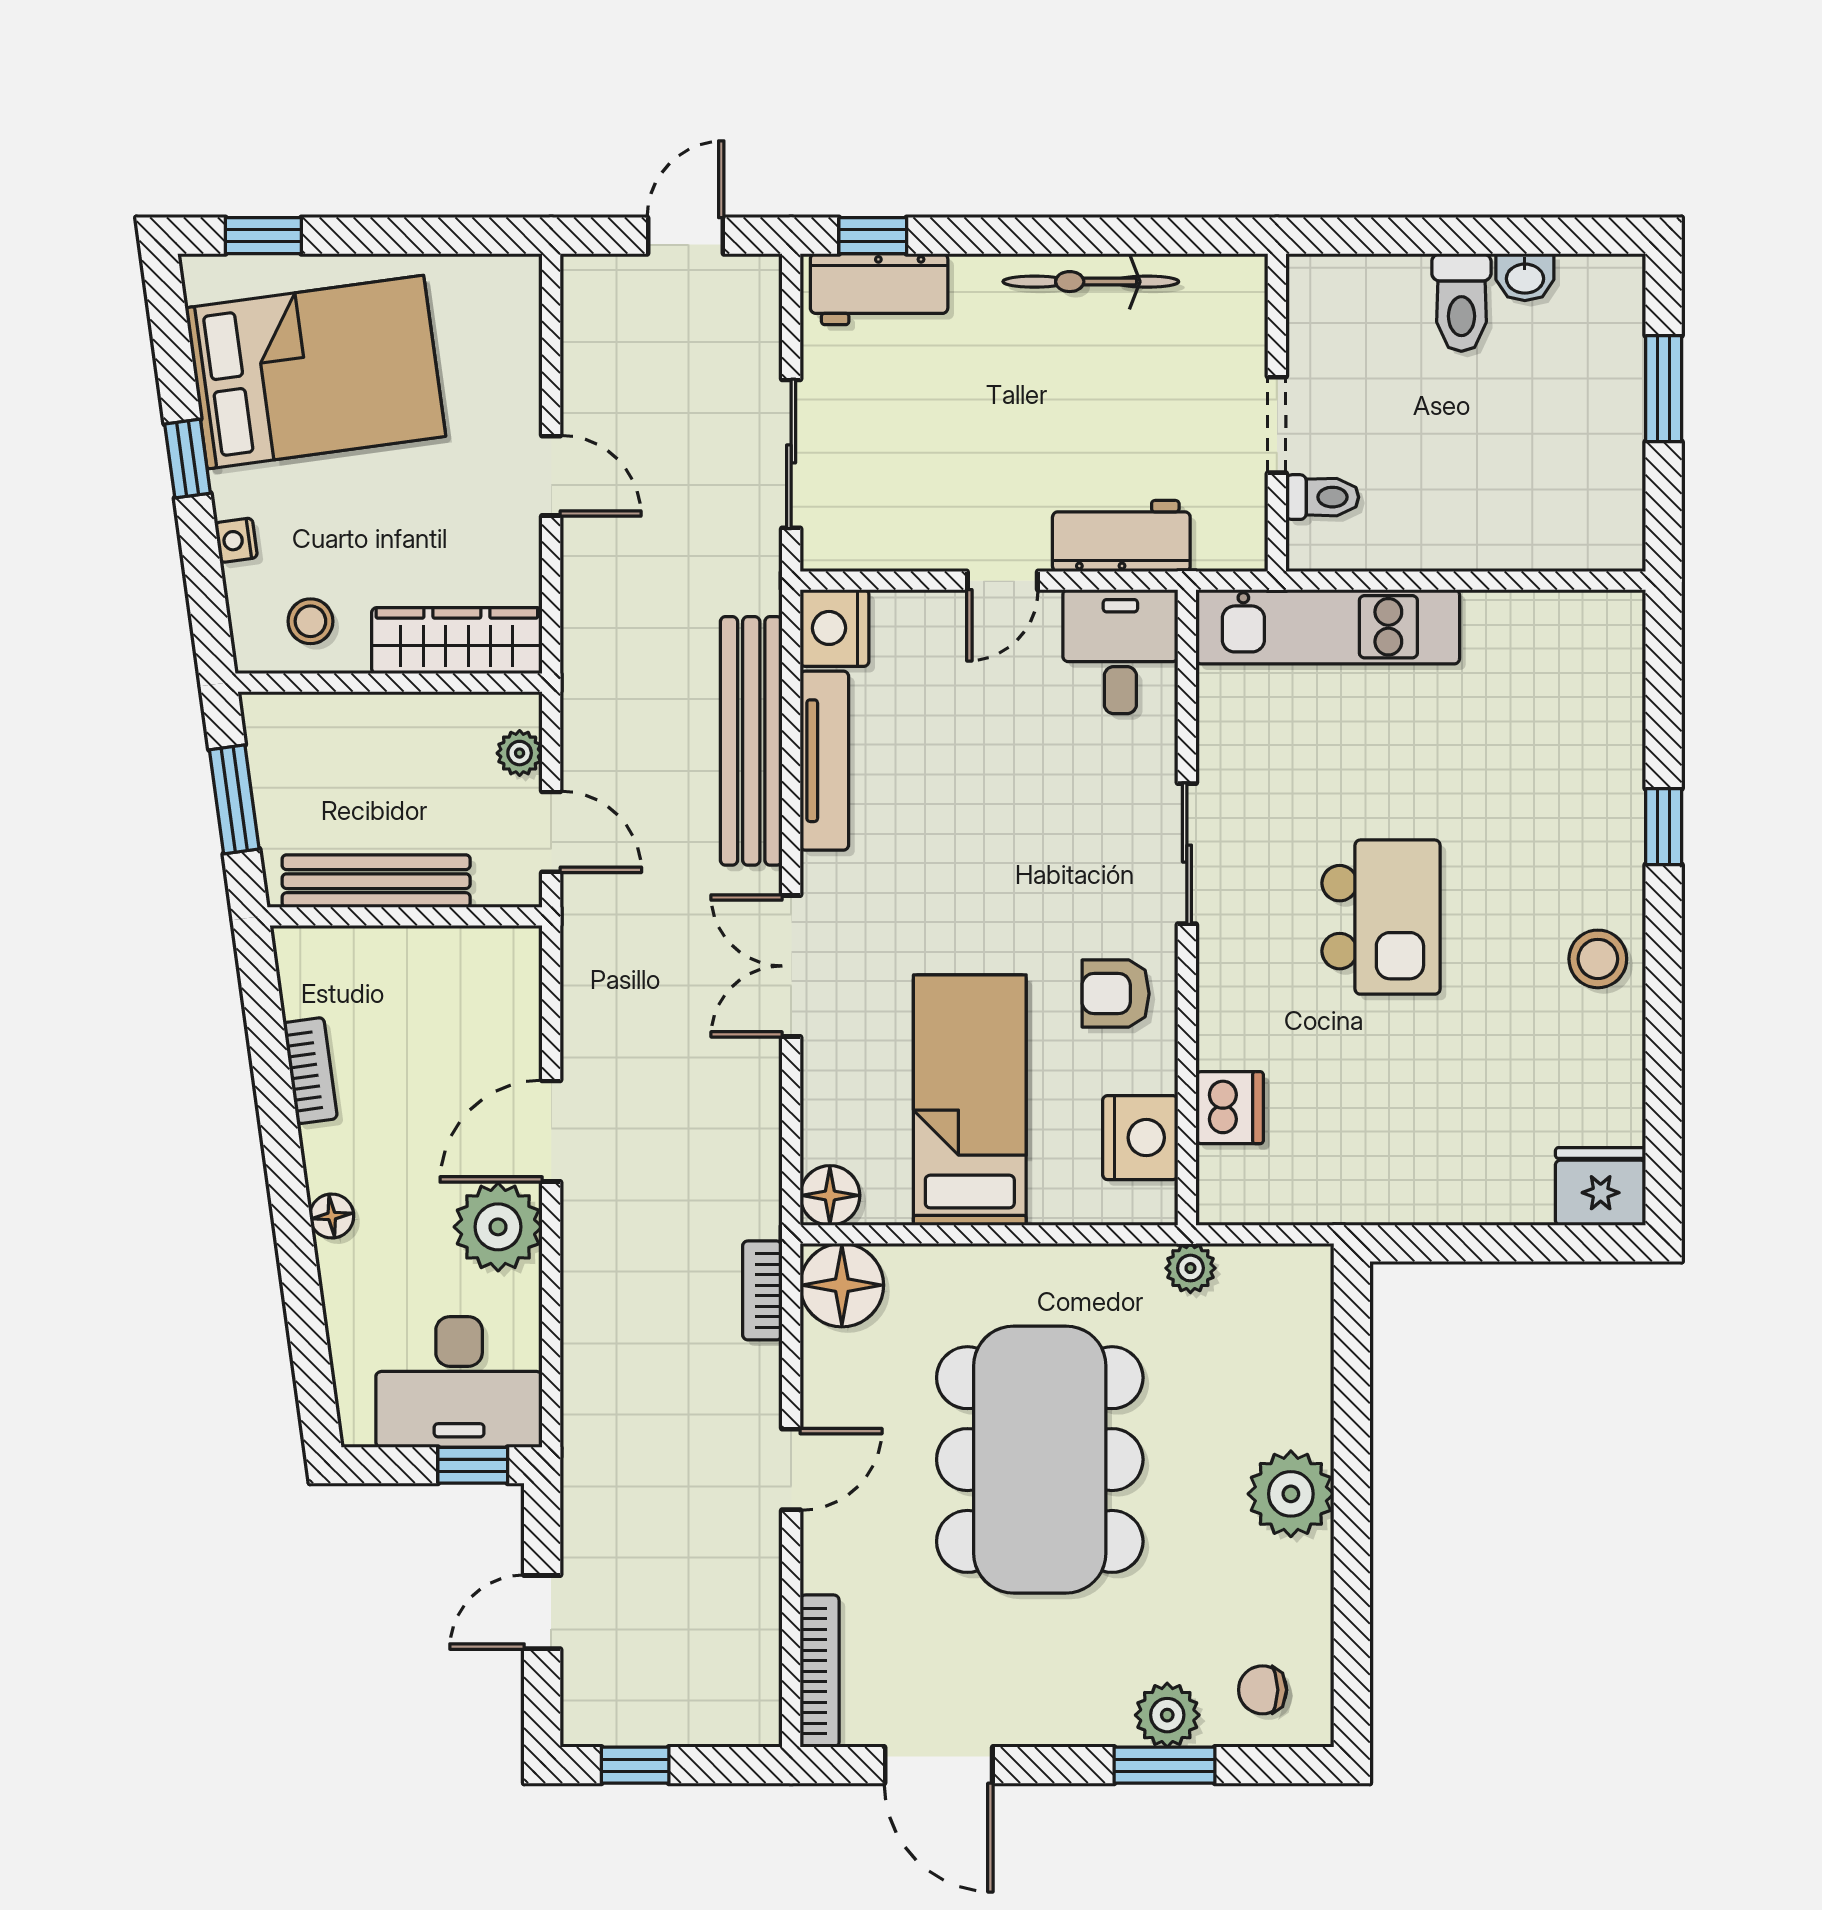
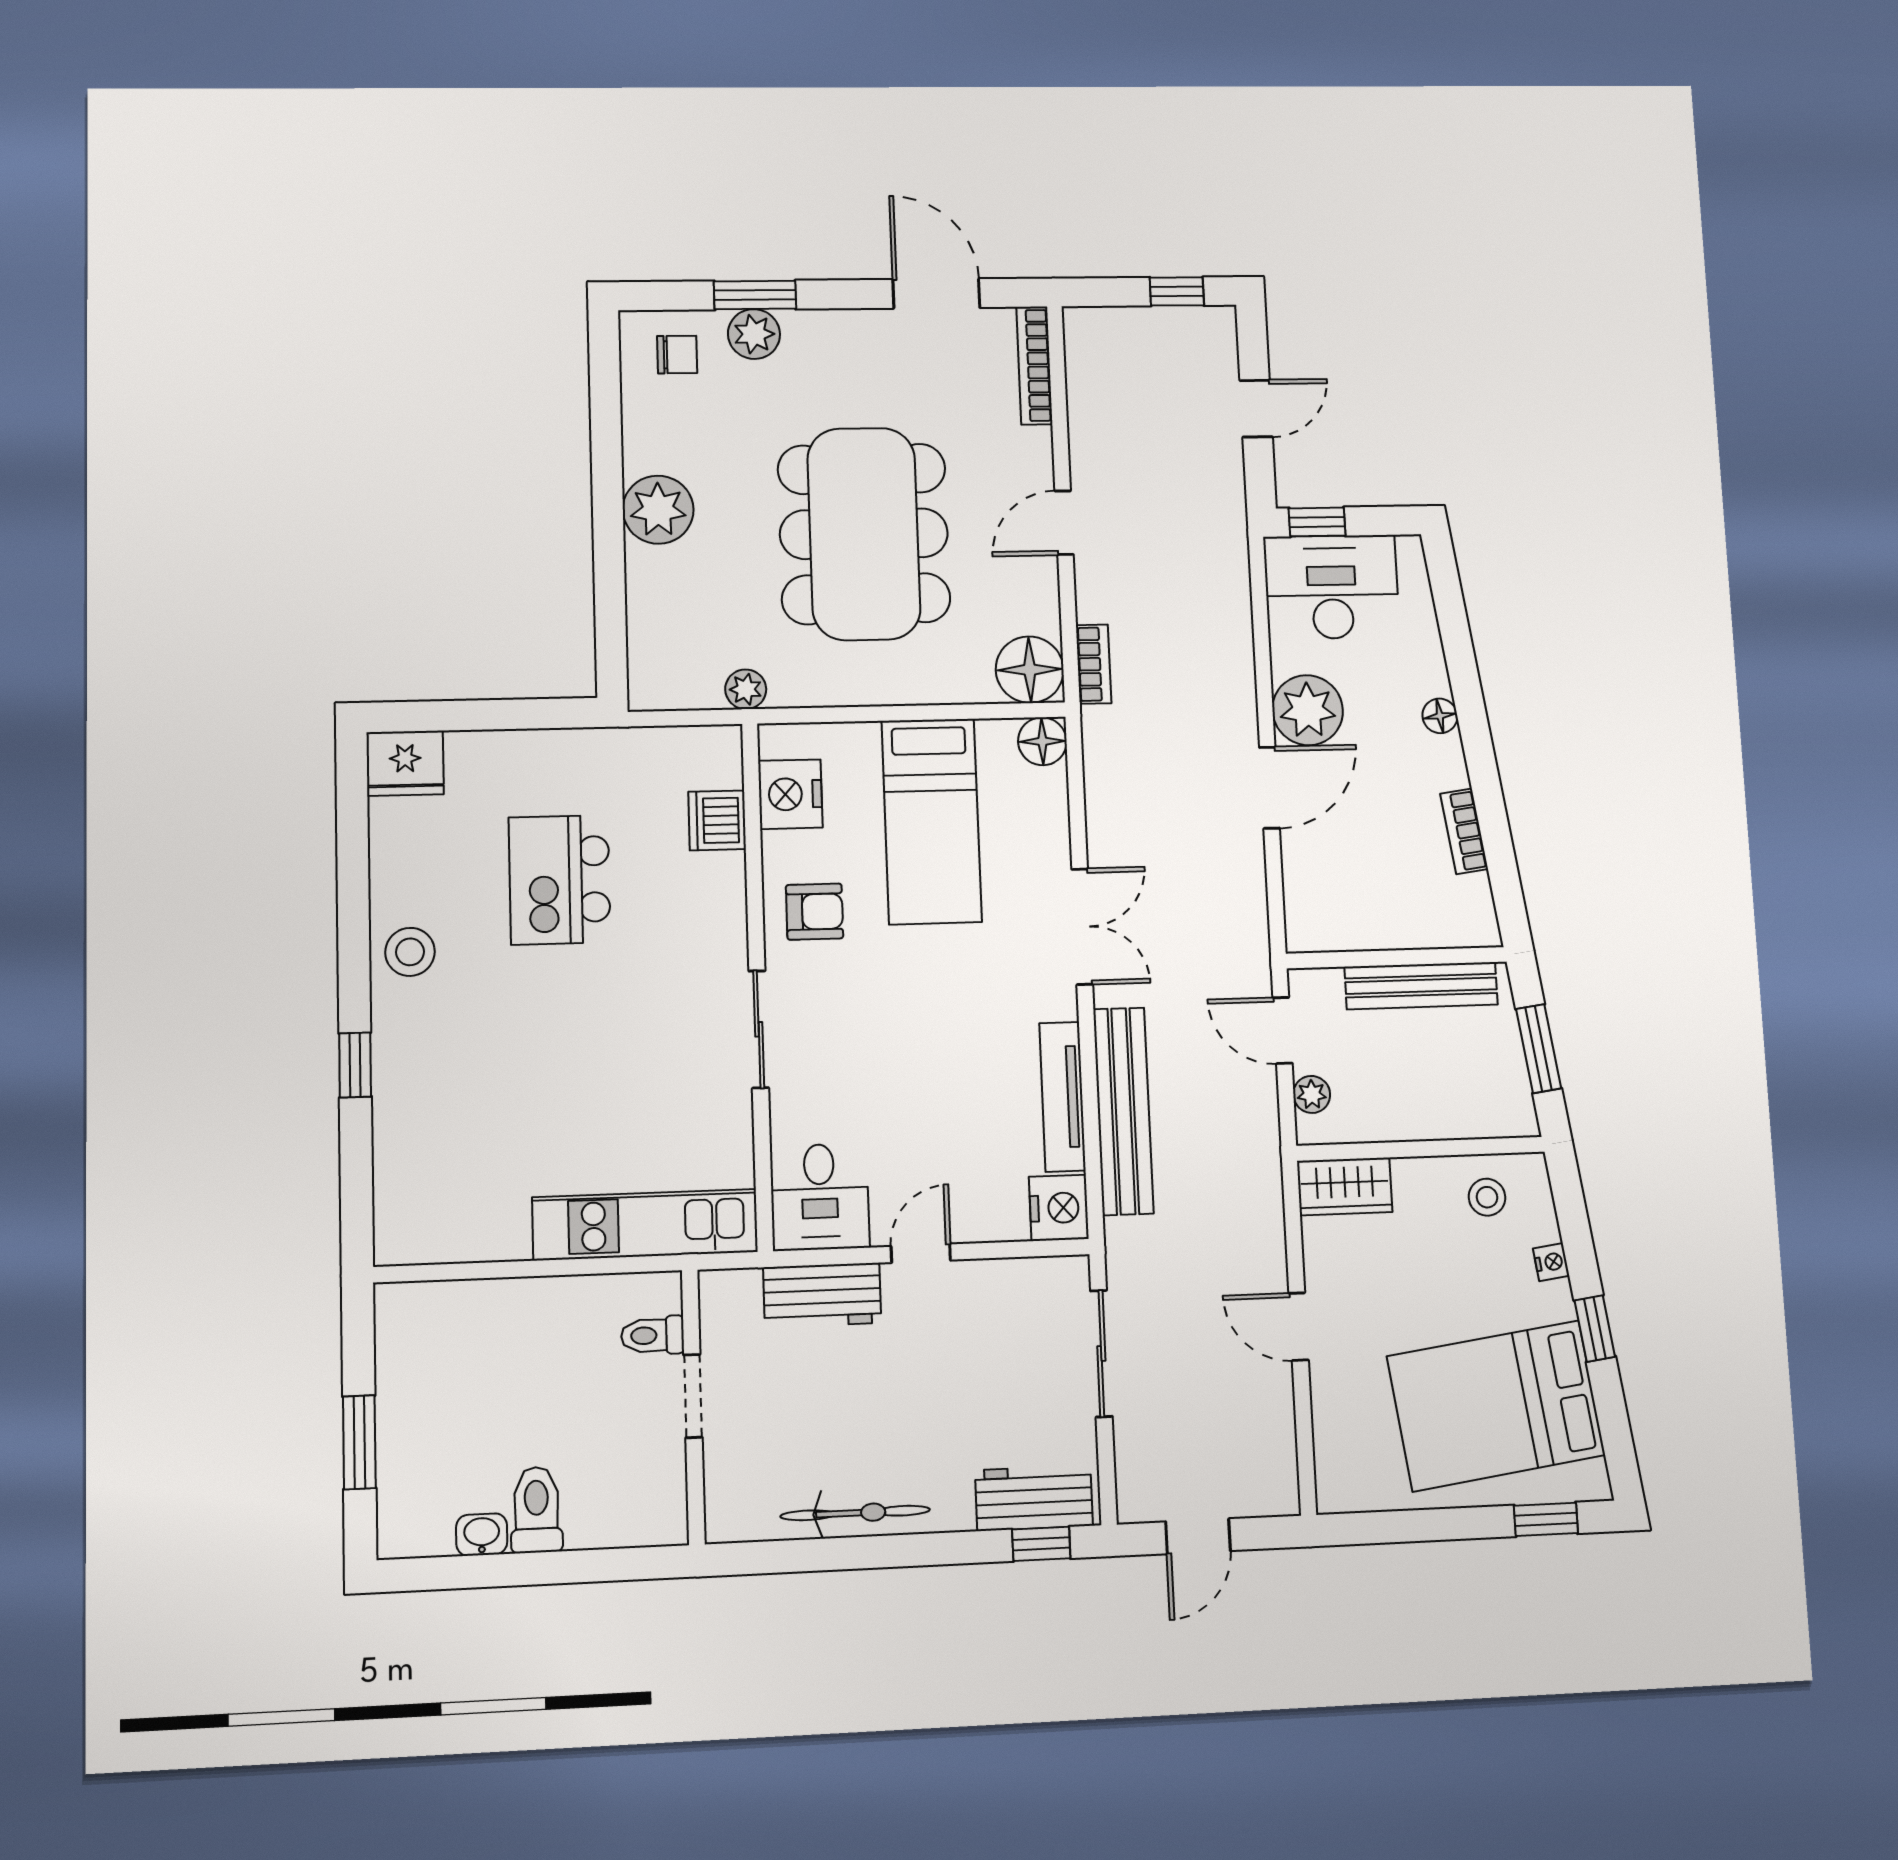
wardrobe: (457, 641) -> (1345, 1187), width x0.67
kitchen island: (1381, 917) -> (560, 880), moved

